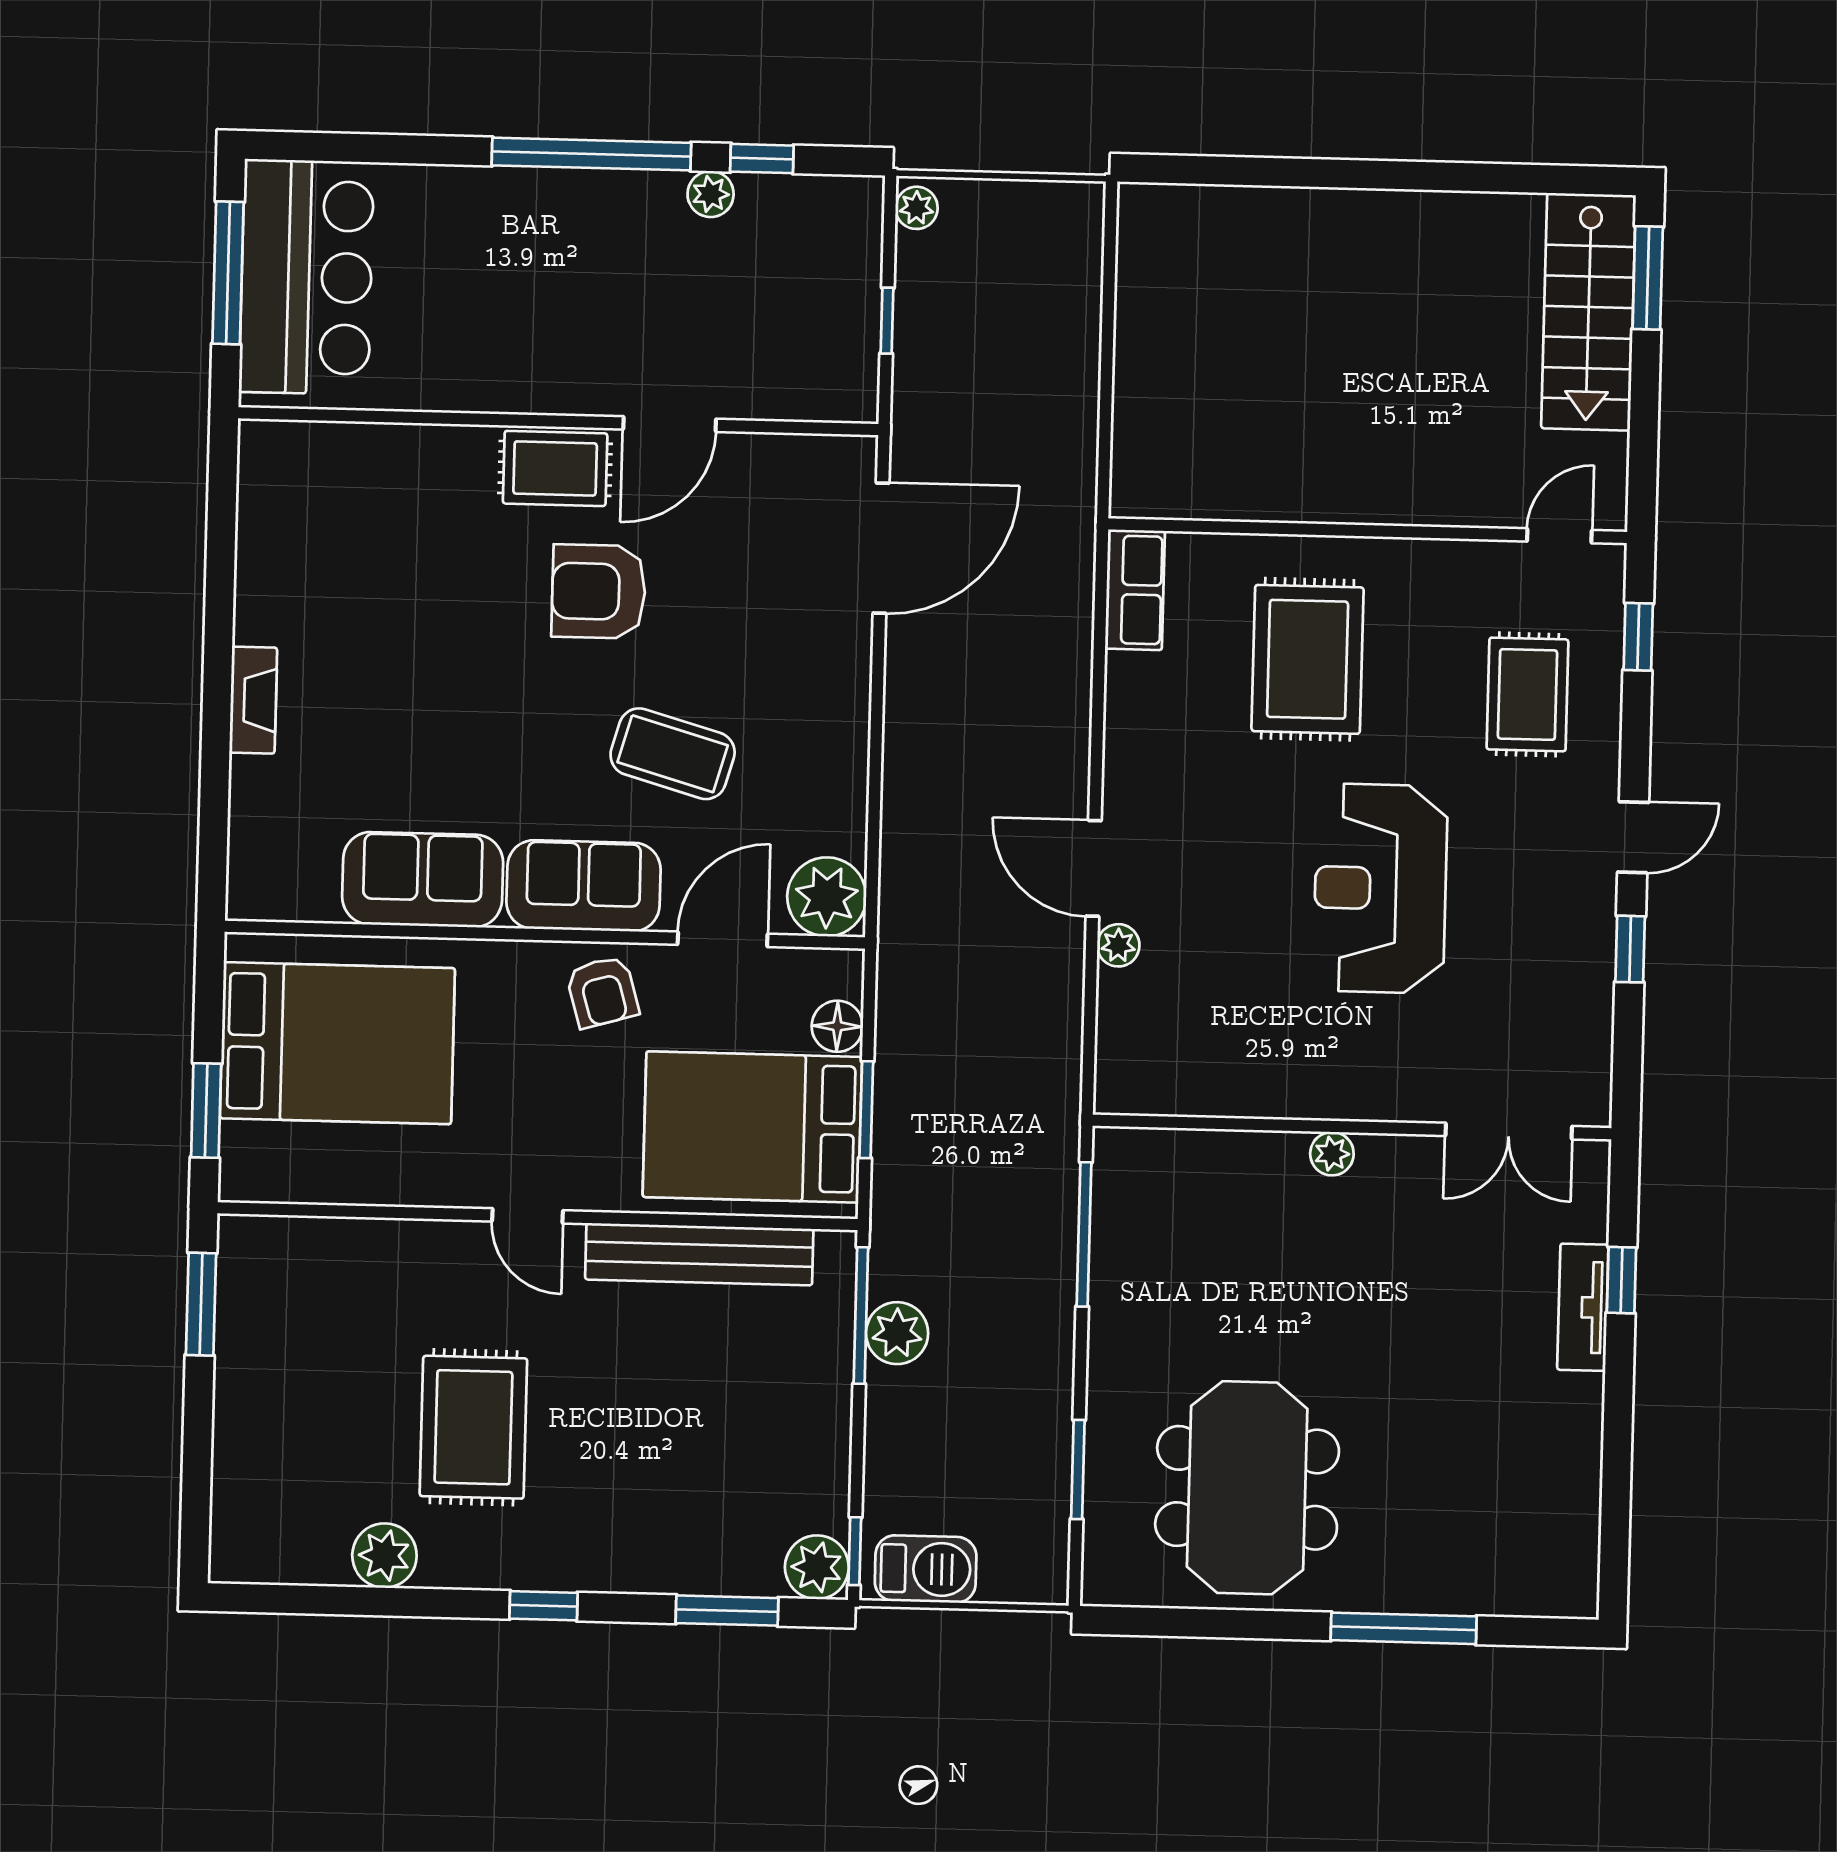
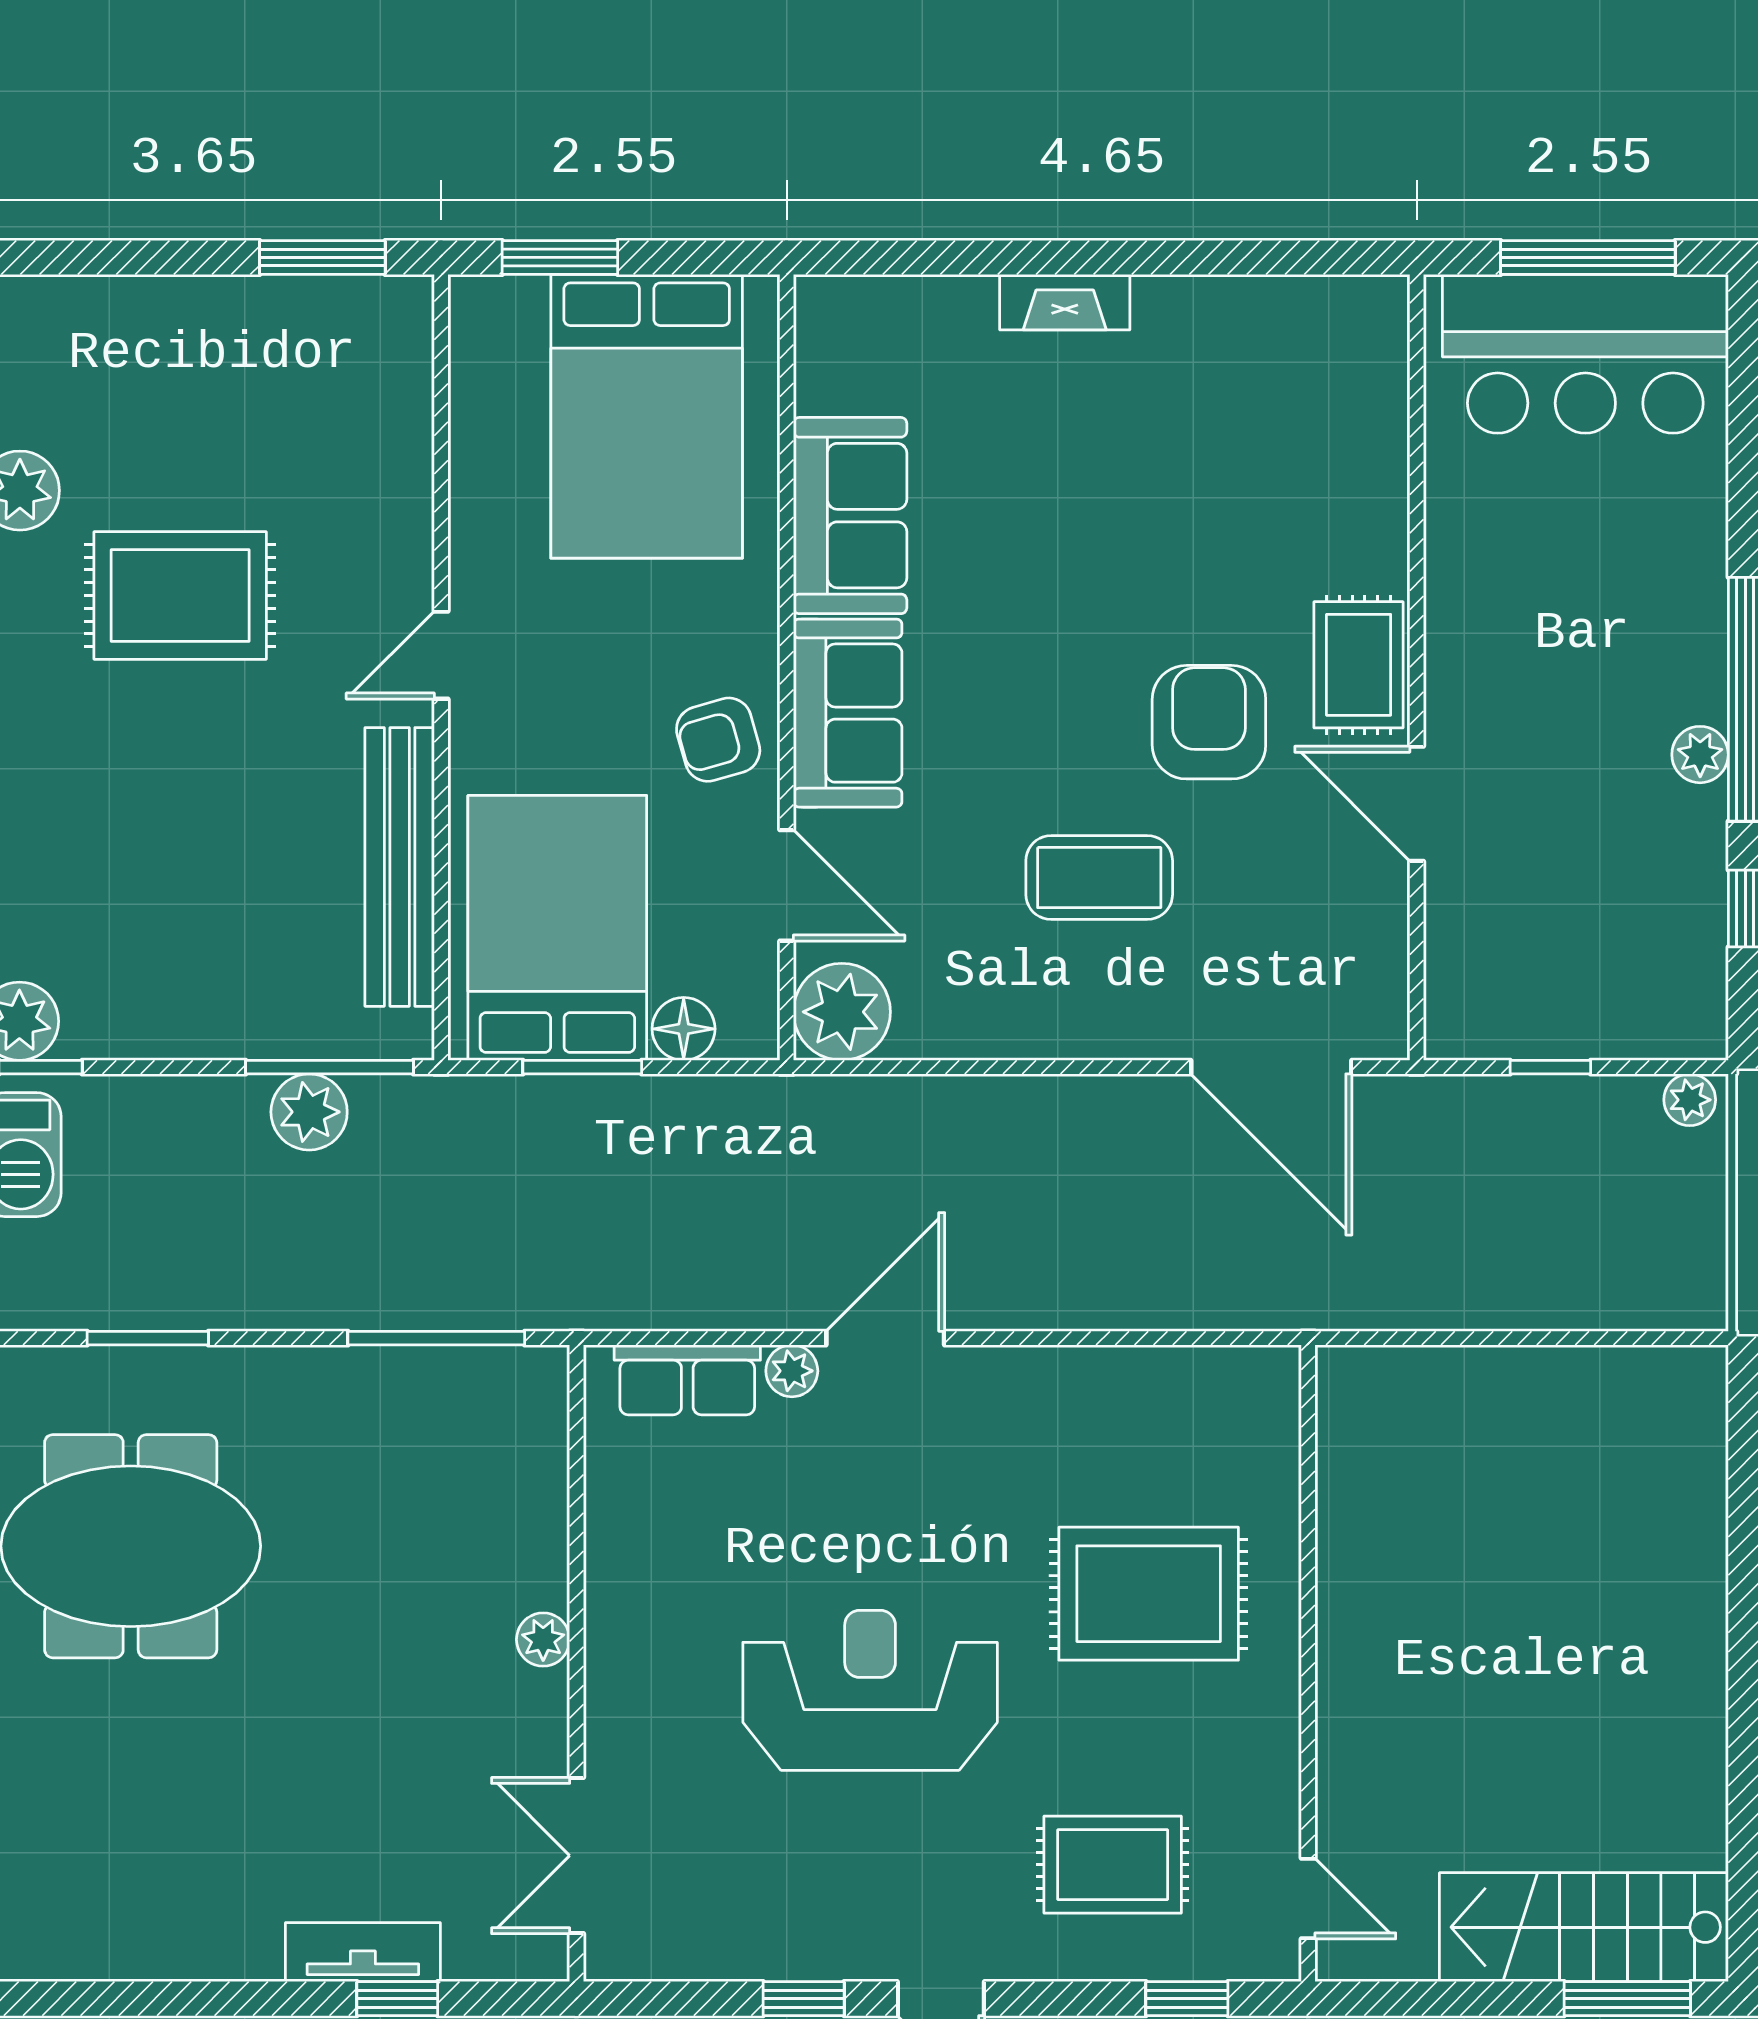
plant: (711, 194) -> (1700, 755), moved
row of seats: (1135, 590) -> (687, 1380), moved
coffee table: (673, 754) -> (1099, 878), moved, turned 74

